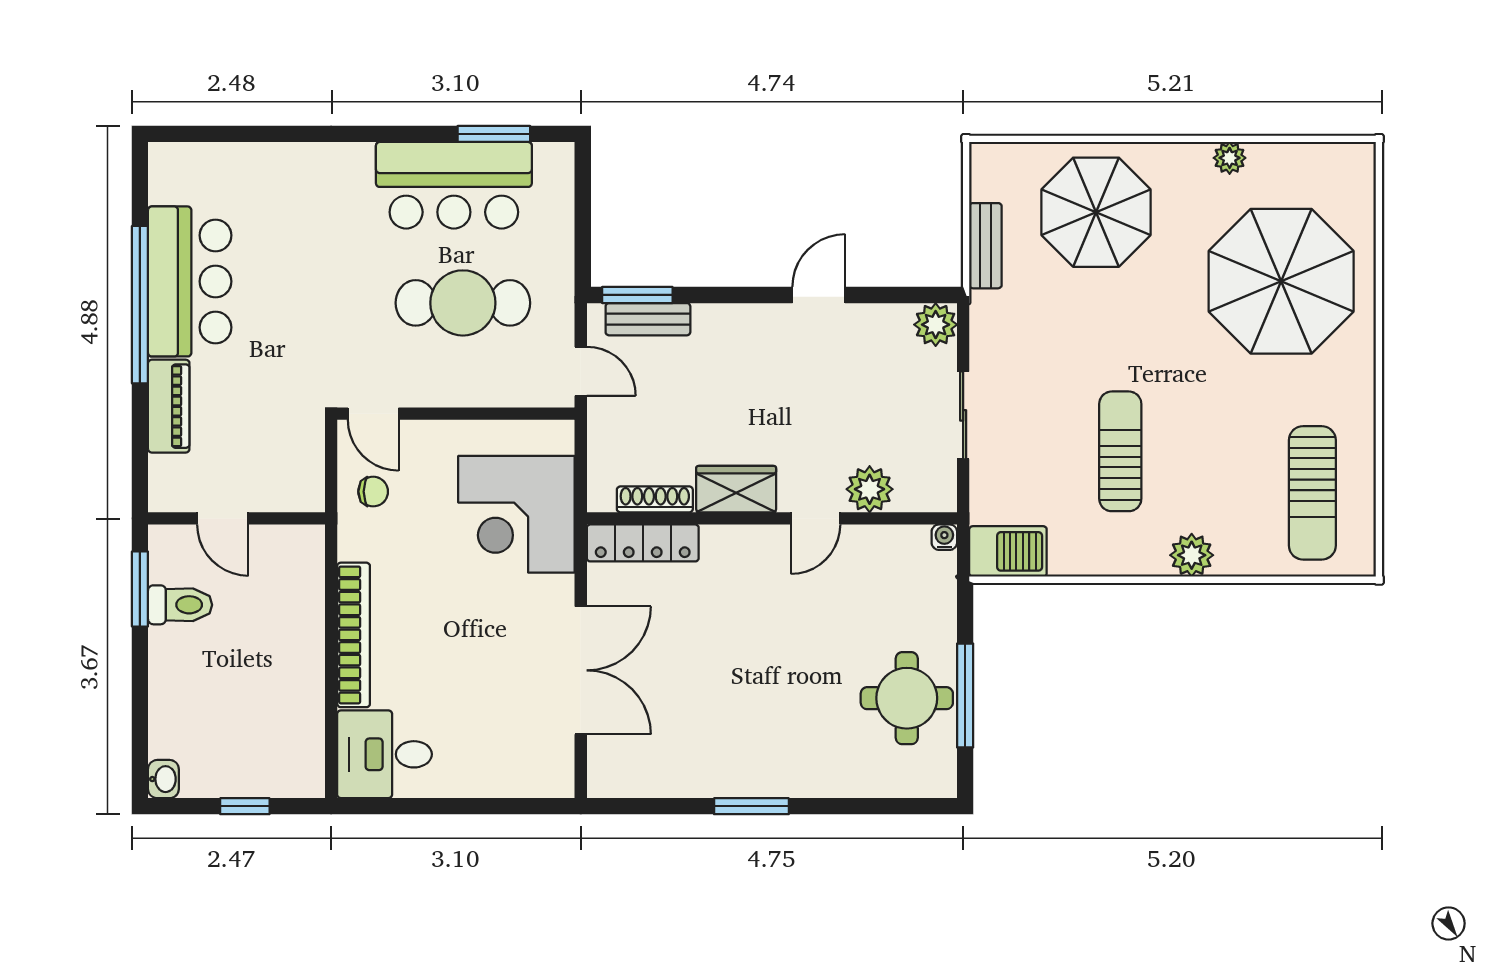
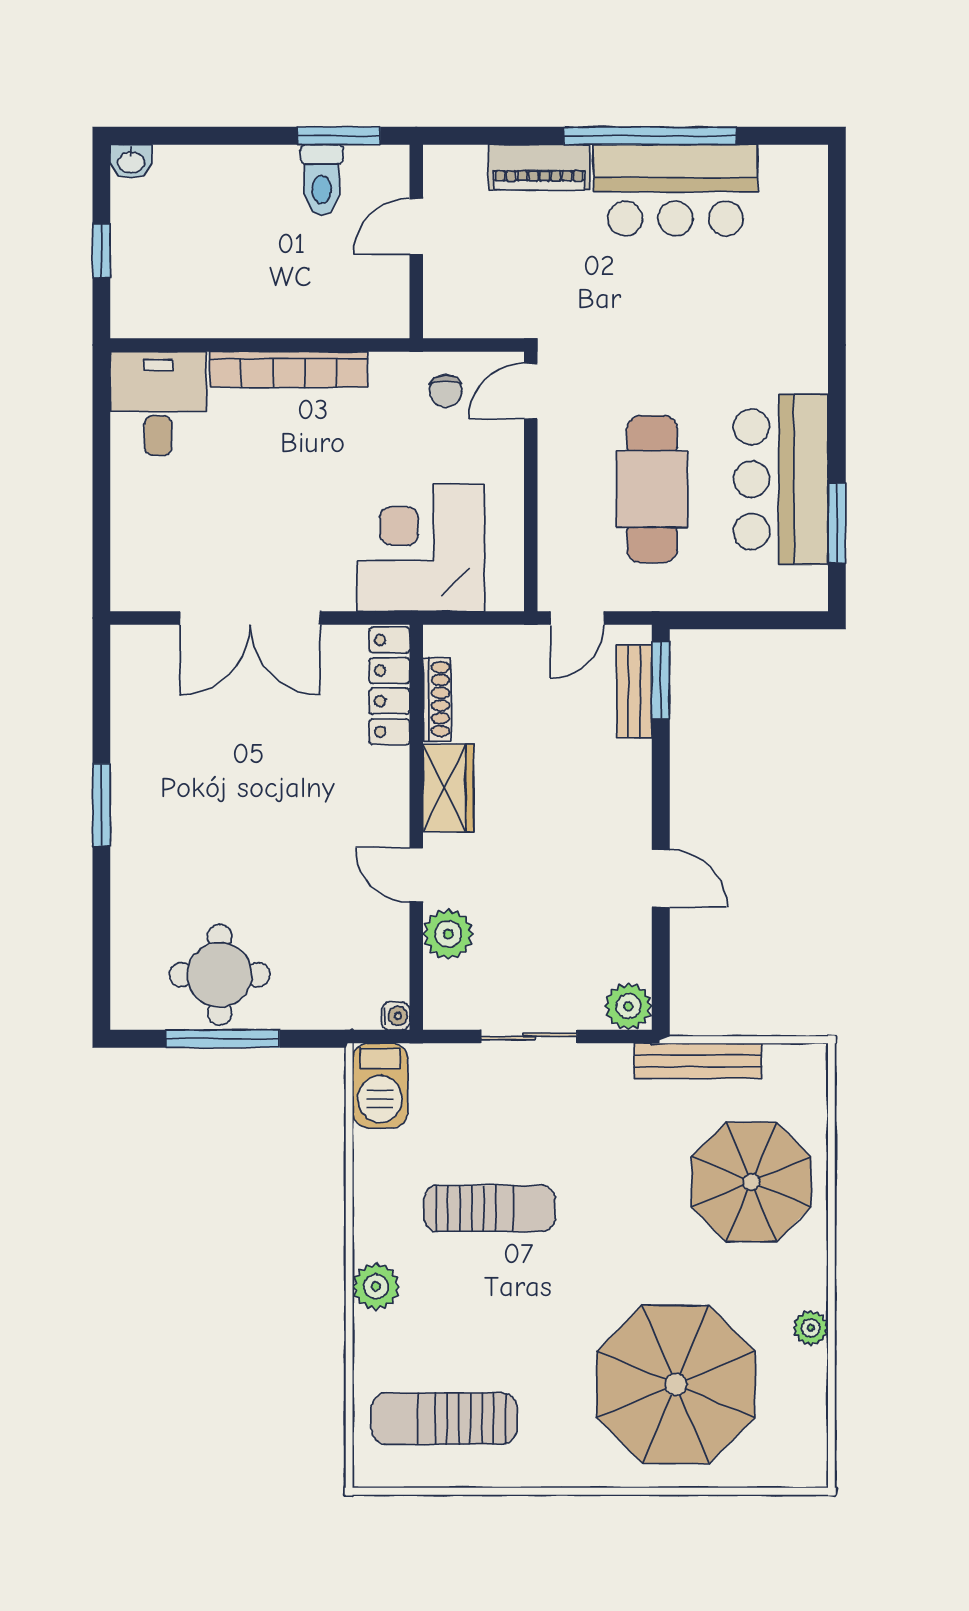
bench: (985, 246) -> (698, 1061), width x1.36

